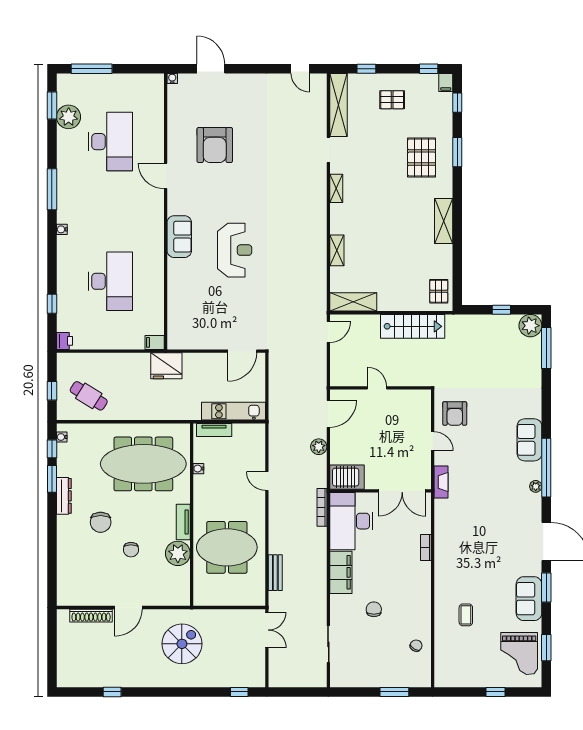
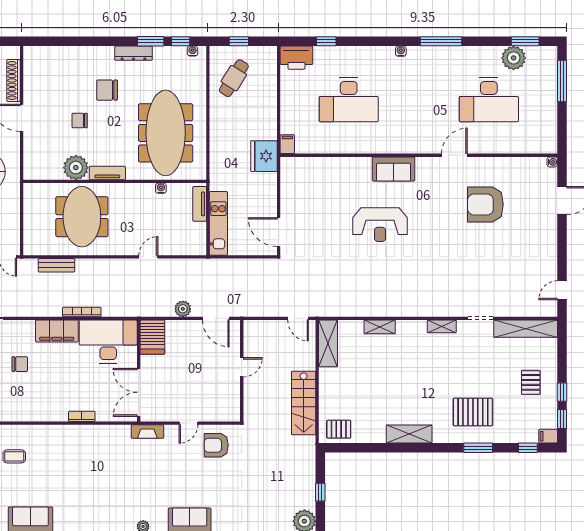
window: (366, 69) -> (562, 392), moved
printer: (64, 341) -> (296, 58), width x1.87, depth x1.48
bookcase: (322, 507) -> (82, 312), moved

